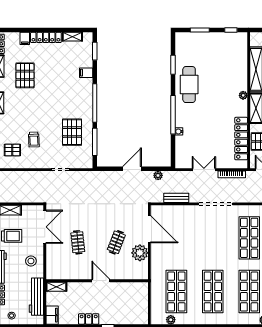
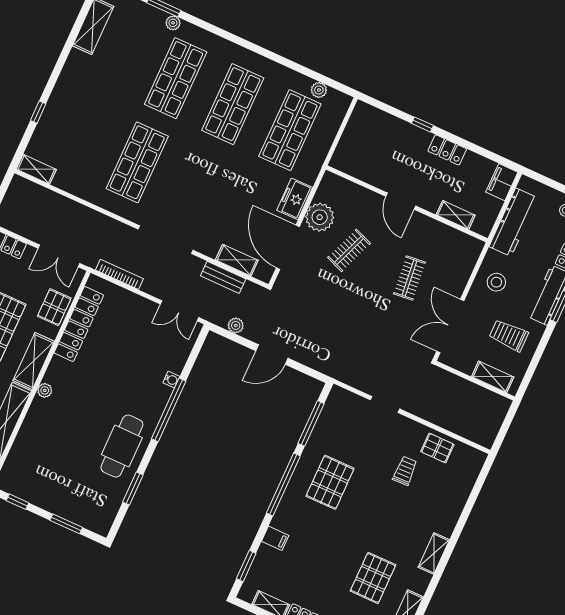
pallet: (72, 132) -> (330, 482), moved
pallet: (12, 150) -> (437, 448), moved
double door: (204, 170) -> (179, 311), moved
shelving: (173, 210) -> (237, 260), added
freezer: (157, 256) -> (295, 199), added
shelving: (56, 287) -> (456, 215), moved

